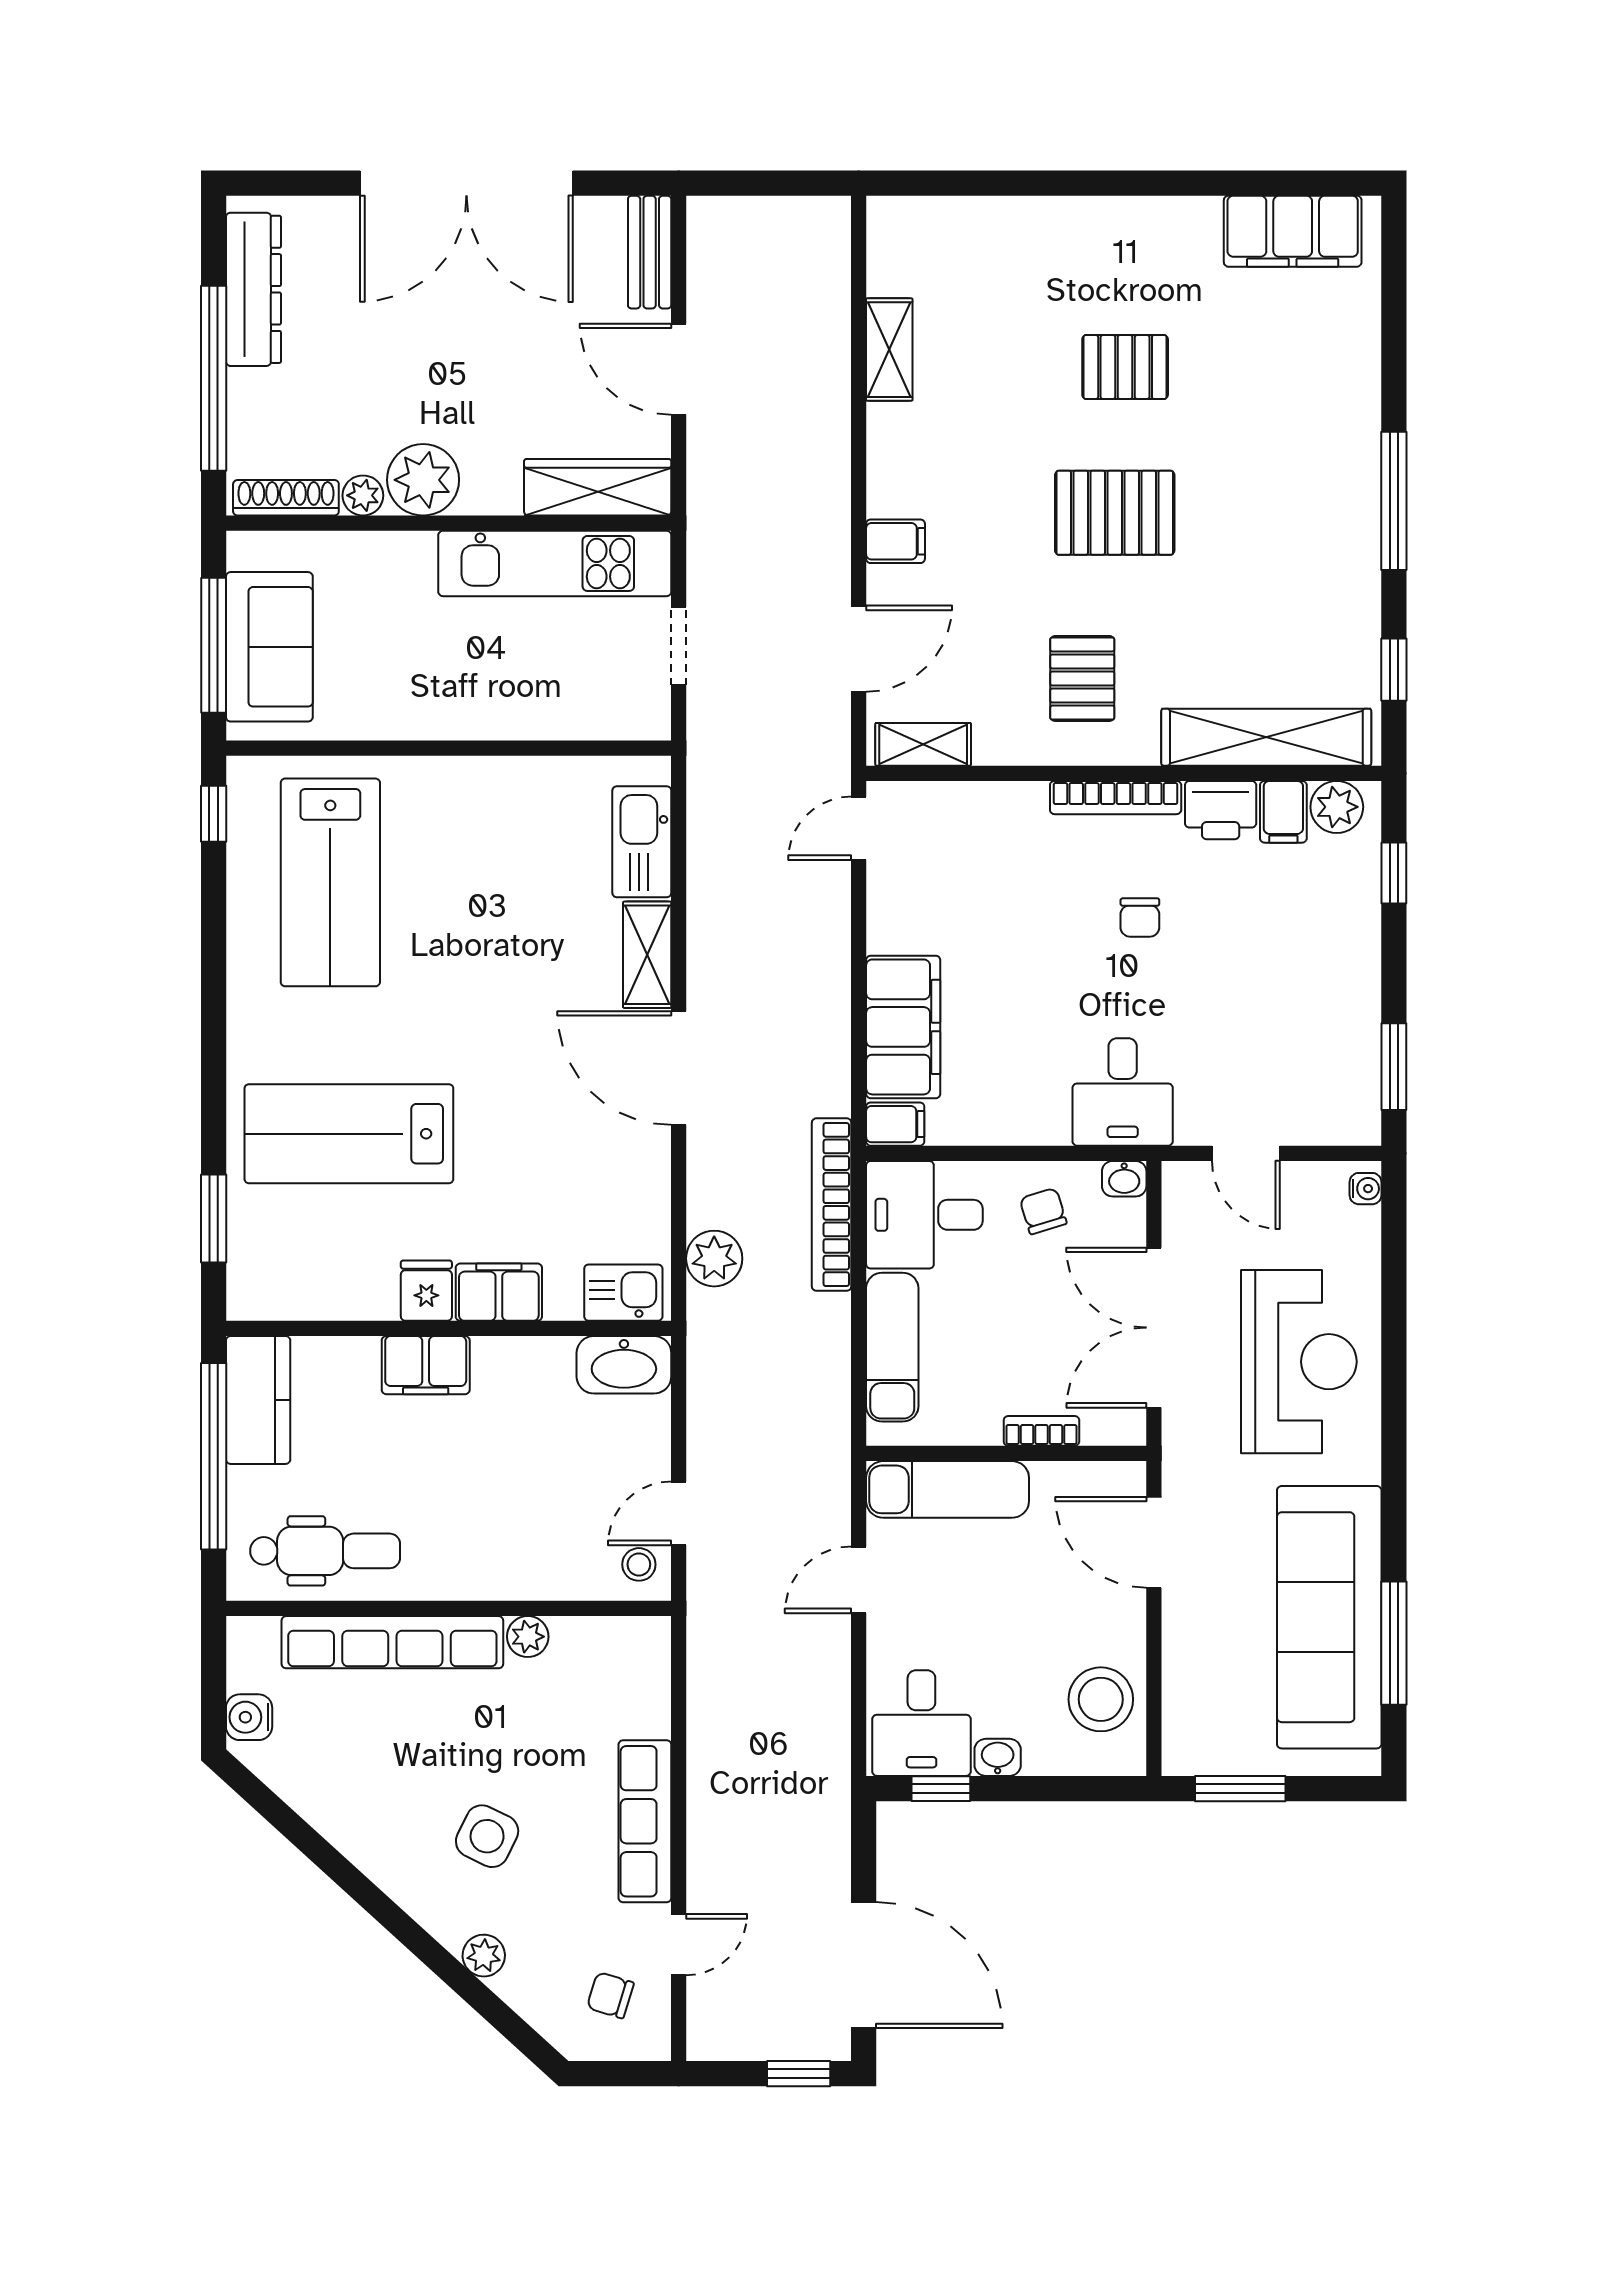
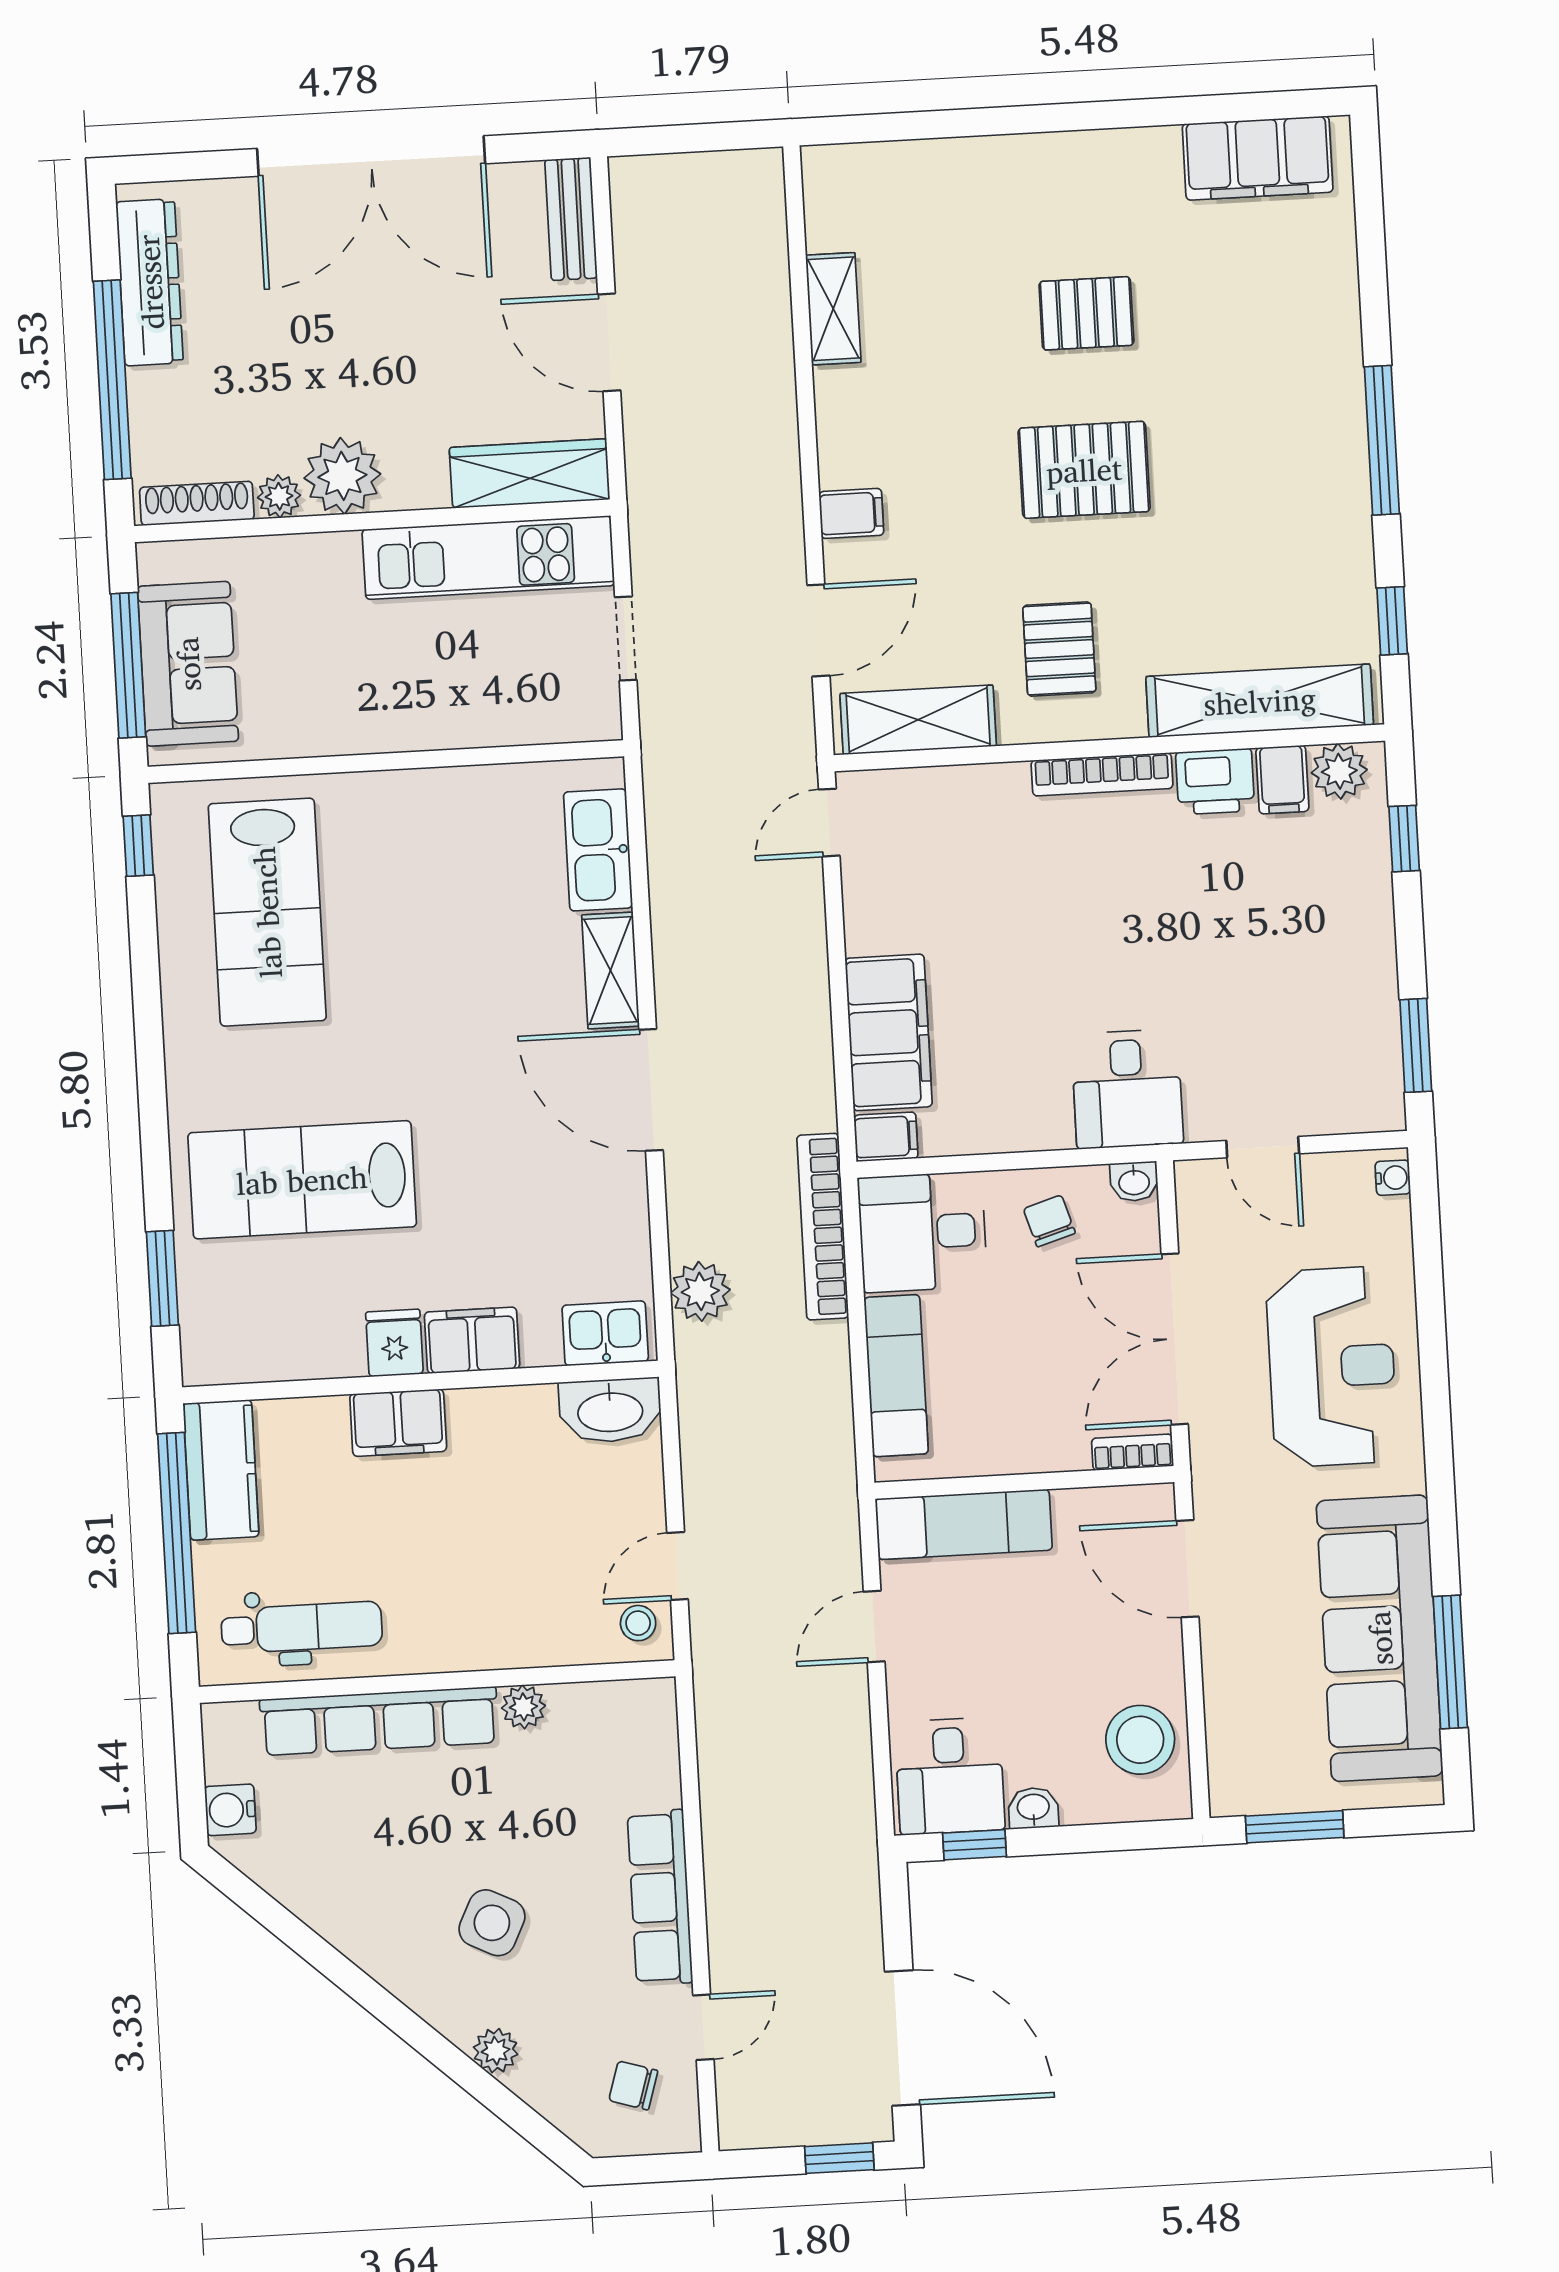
shelving: (923, 744) -> (918, 720), width x1.50, depth x1.33
chair: (1140, 917) -> (1135, 901), removed
bookcase: (1041, 1431) -> (1133, 1452), moved

